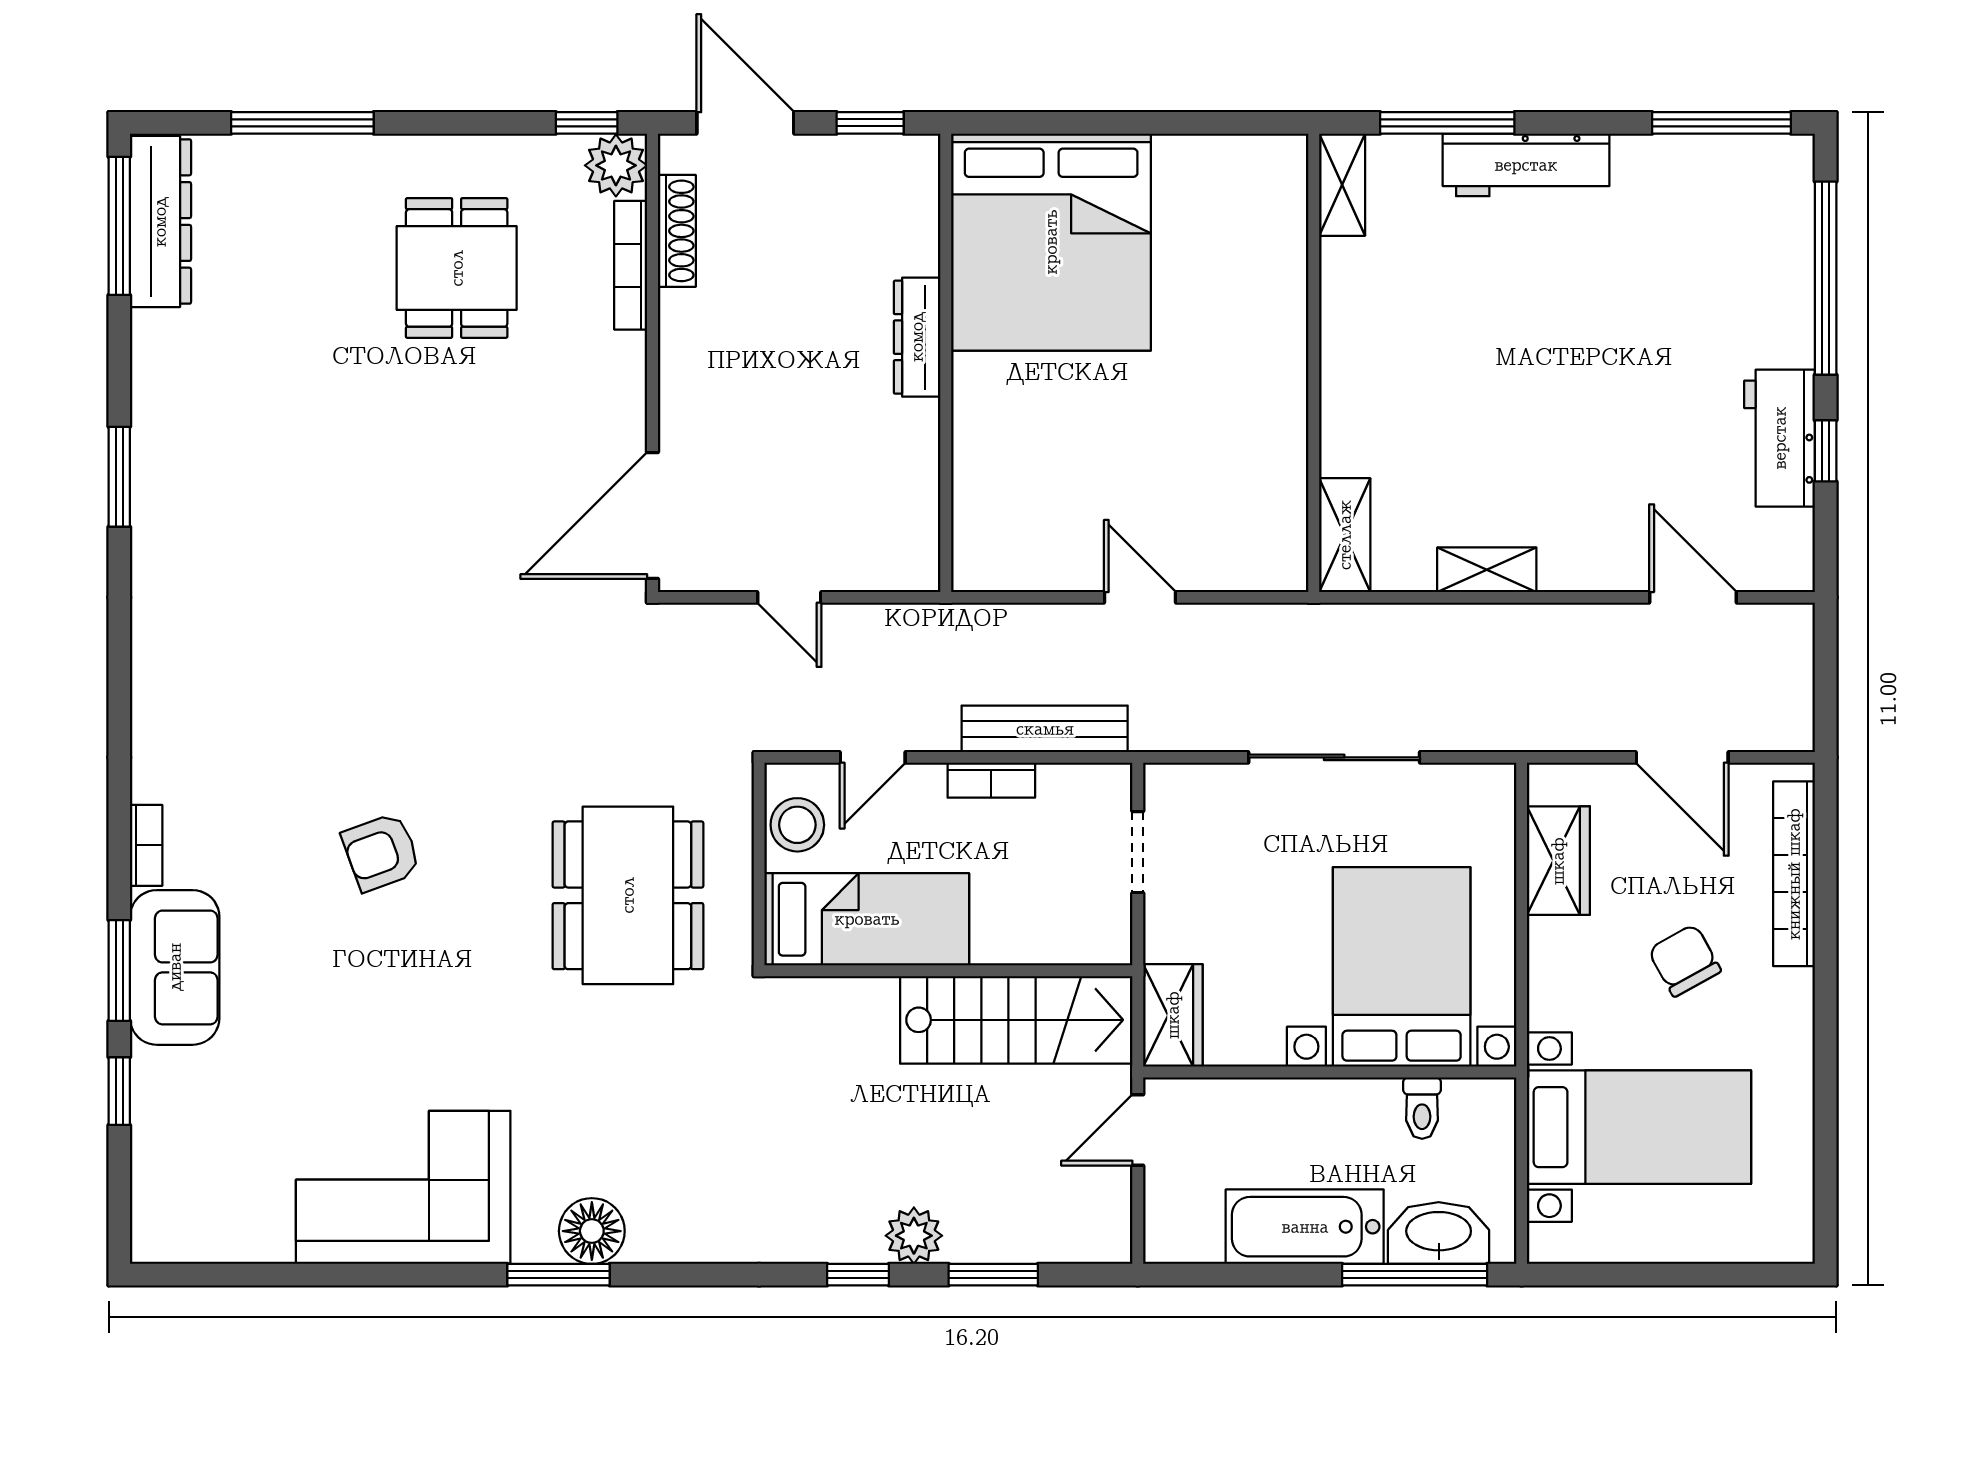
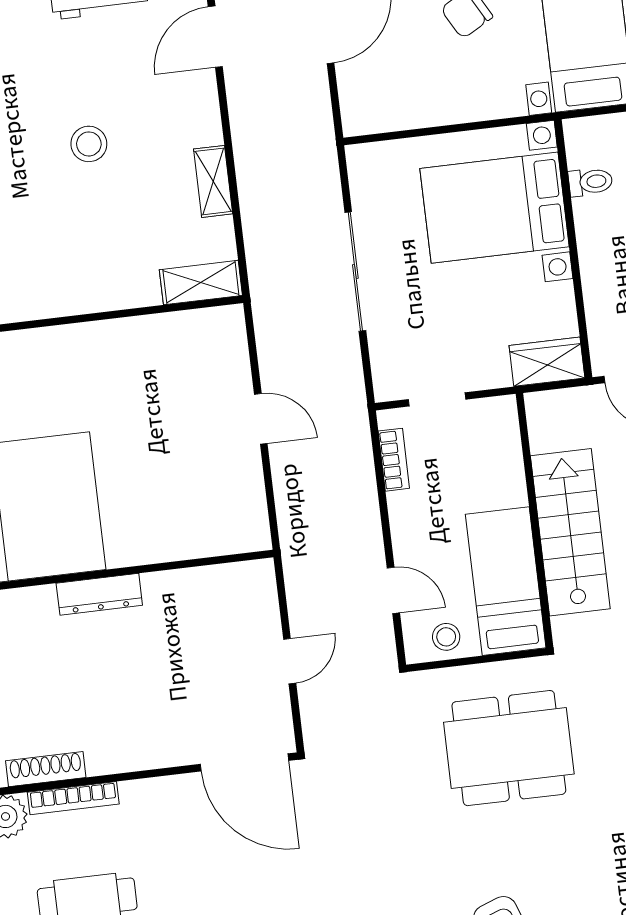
stool: (1562, 399) -> (89, 144), added
door: (1140, 597) -> (261, 419), swing flipped
bench: (1045, 729) -> (359, 474), removed
bookcase: (991, 780) -> (394, 460), moved
stool: (797, 825) -> (446, 637), width x0.73, depth x0.73
wardrobe: (1558, 861) -> (408, 108), removed
stairs: (1016, 1020) -> (570, 532), moved

